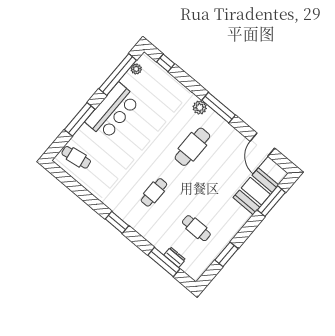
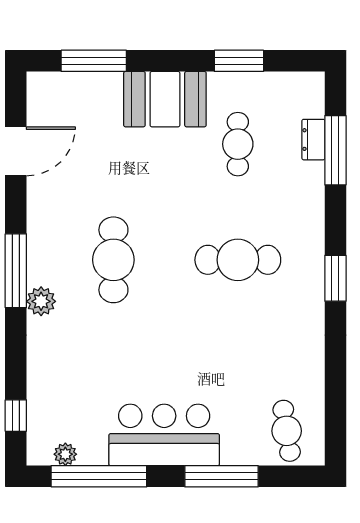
cafe table: (192, 147) -> (113, 260), turned 90
booth: (256, 191) -> (165, 99), moved
cafe table: (154, 192) -> (238, 260), width x1.37, depth x1.35

